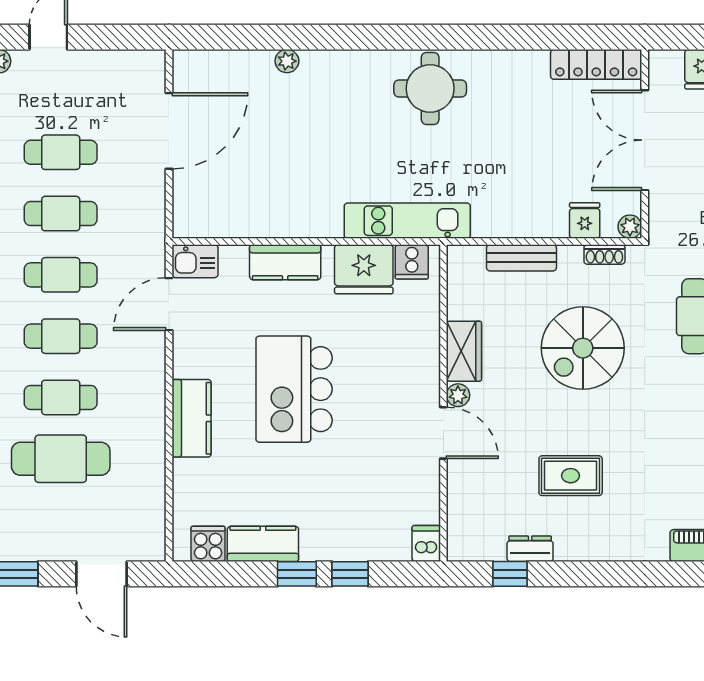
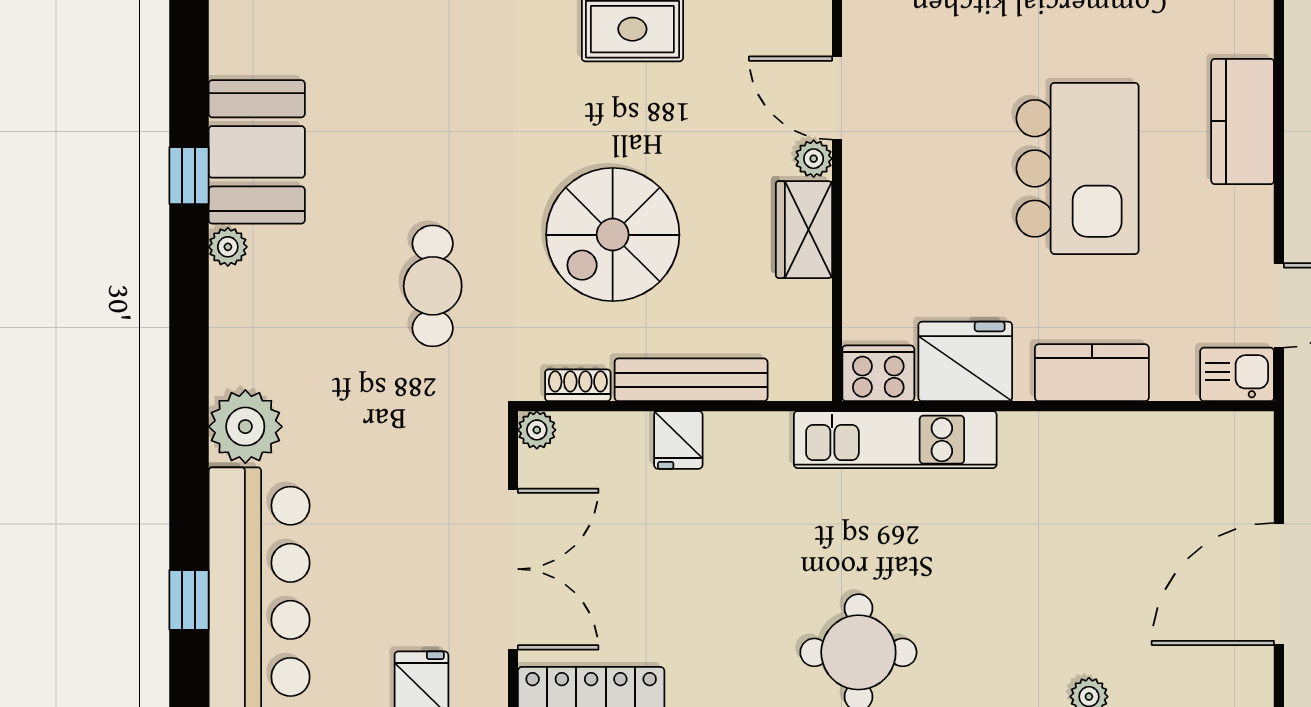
fridge: (585, 220) -> (678, 440), moved
bench: (521, 258) -> (691, 380), width x1.36
cooker: (412, 262) -> (878, 373), width x1.36
spiral stairs: (583, 348) -> (613, 235), turned 180

